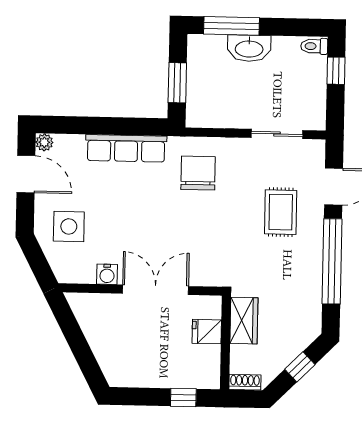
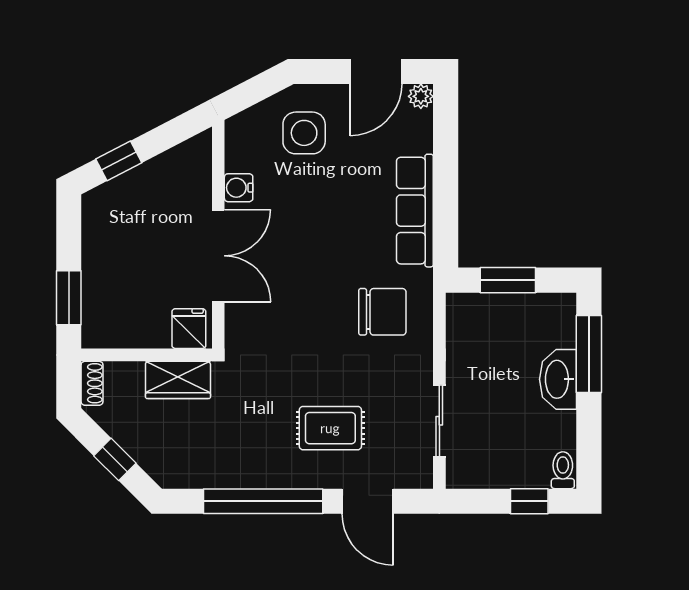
fridge: (207, 332) -> (189, 329), moved
window: (86, 360) -> (119, 161), added
window: (183, 397) -> (69, 298), width x1.50

